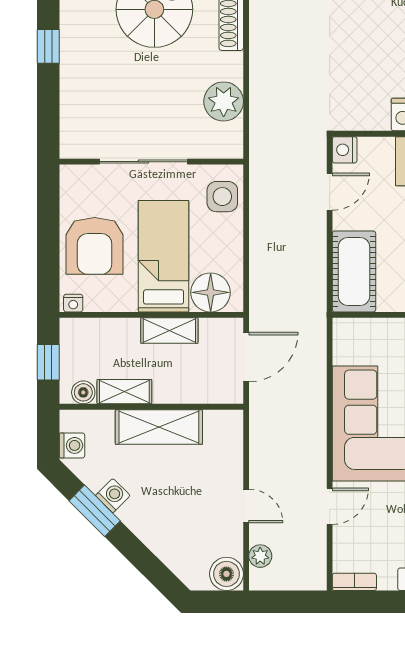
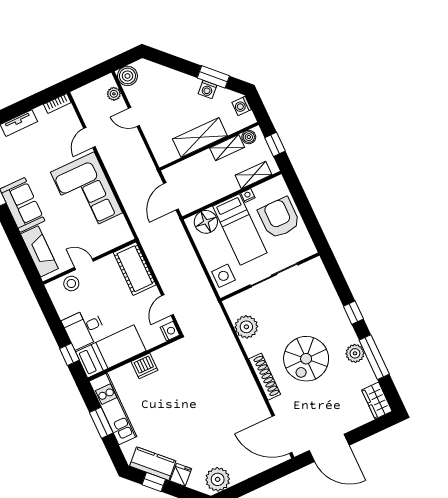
nightstand: (73, 303) -> (248, 195), moved
shelving: (169, 330) -> (253, 175), moved

